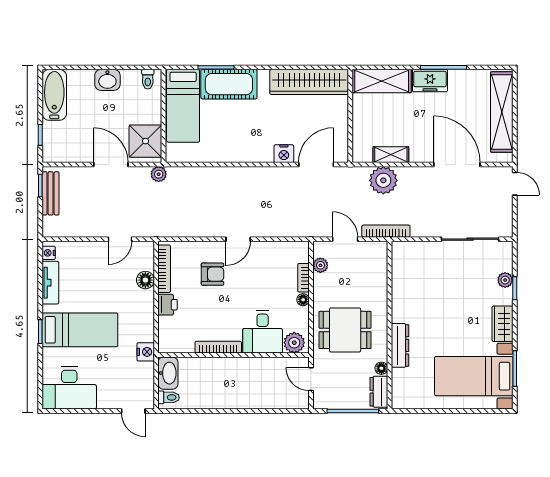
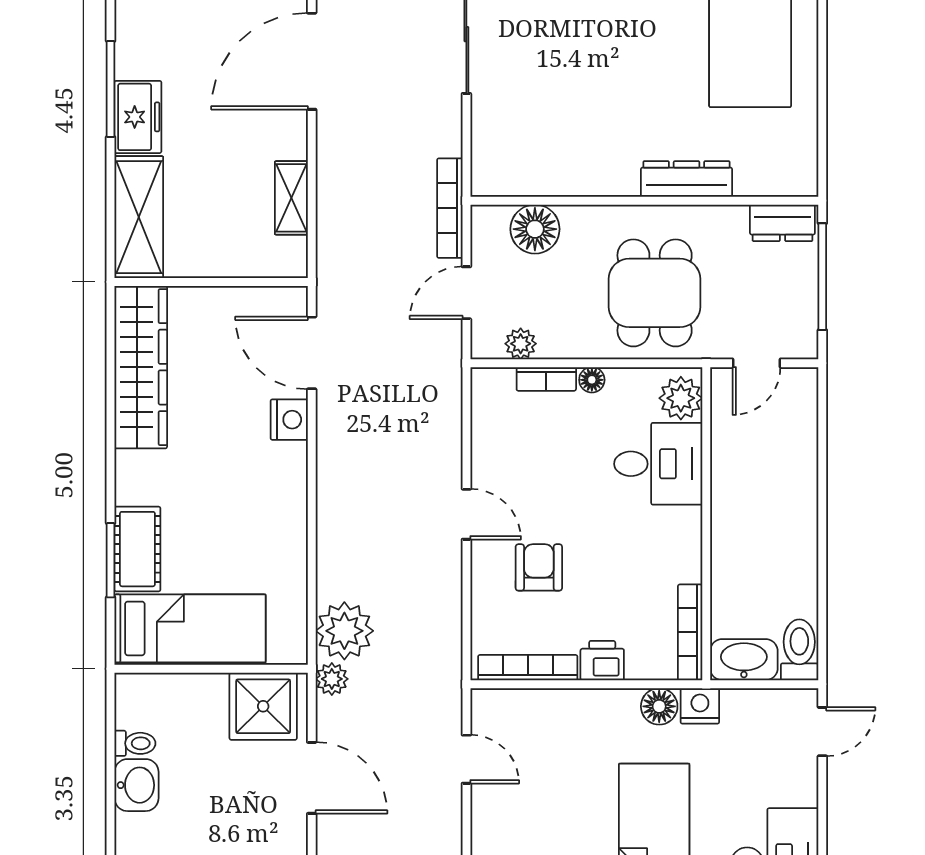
toilet: (148, 79) -> (135, 743), moved
cot: (229, 84) -> (137, 549), width x0.73, depth x0.75
door: (111, 164) -> (312, 778), swing flipped
plant: (383, 180) -> (344, 631), moved
floor lamp: (145, 280) -> (659, 706), moved
bookcase: (218, 347) -> (690, 632), moved
floor lamp: (381, 368) -> (535, 229), moved, width x1.89, depth x1.89
toilet: (169, 397) -> (799, 650), width x1.37, depth x1.39

